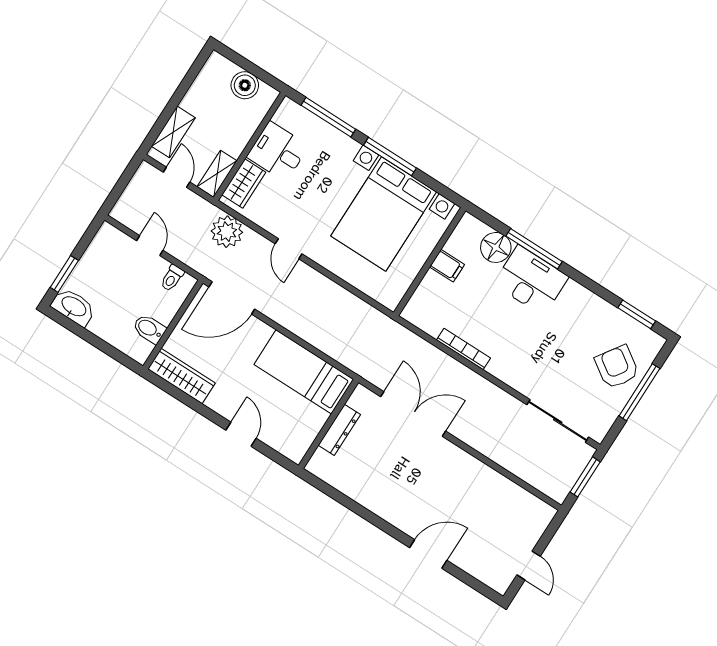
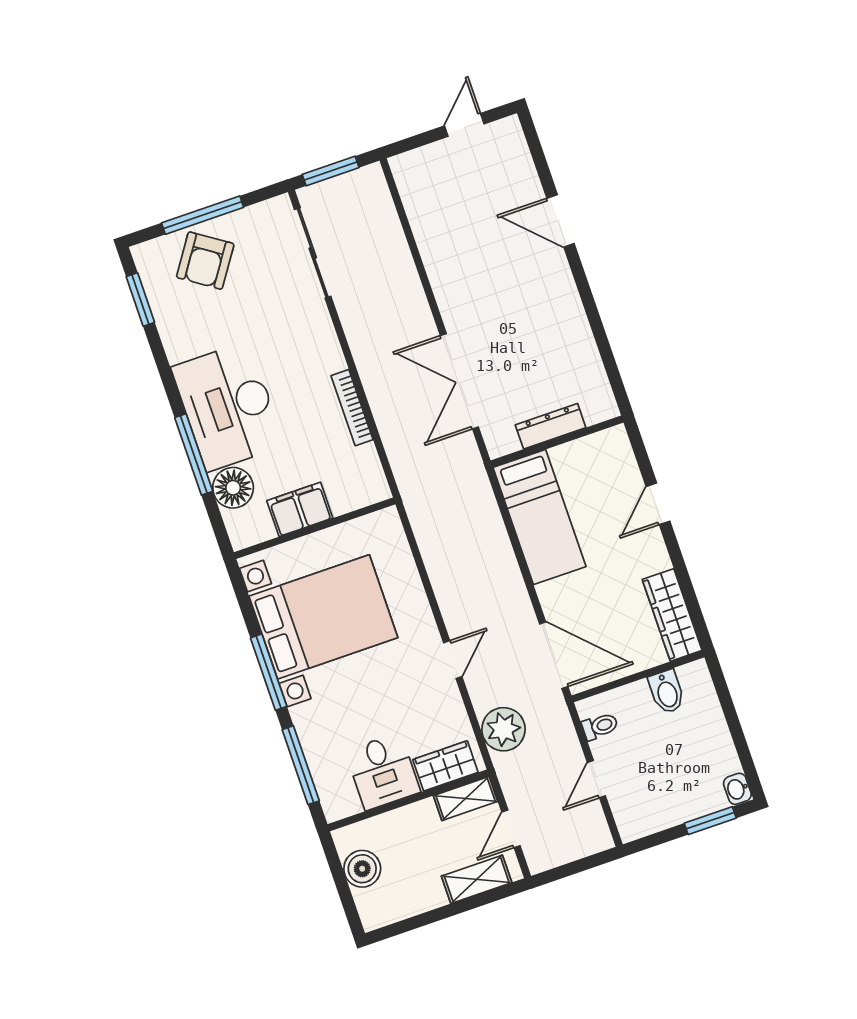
filing cabinet: (447, 266) -> (300, 509), width x2.00
desk: (531, 280) -> (228, 406), width x1.36, depth x1.30
washbasin: (74, 307) -> (737, 789), width x0.52, depth x0.69

